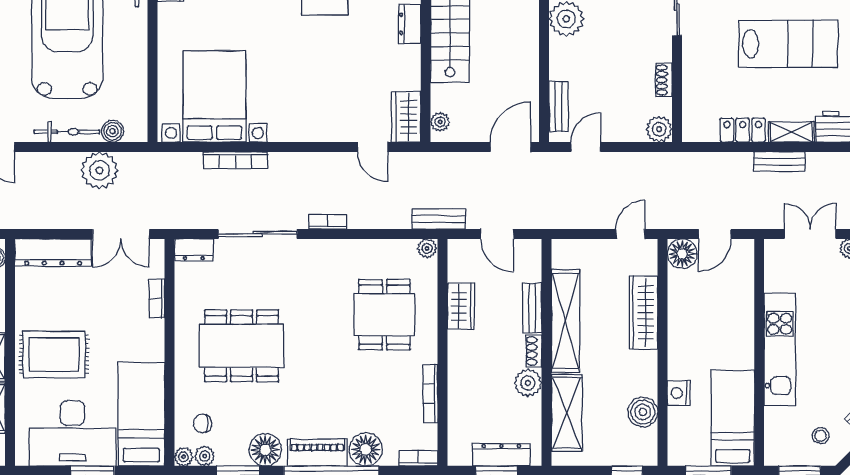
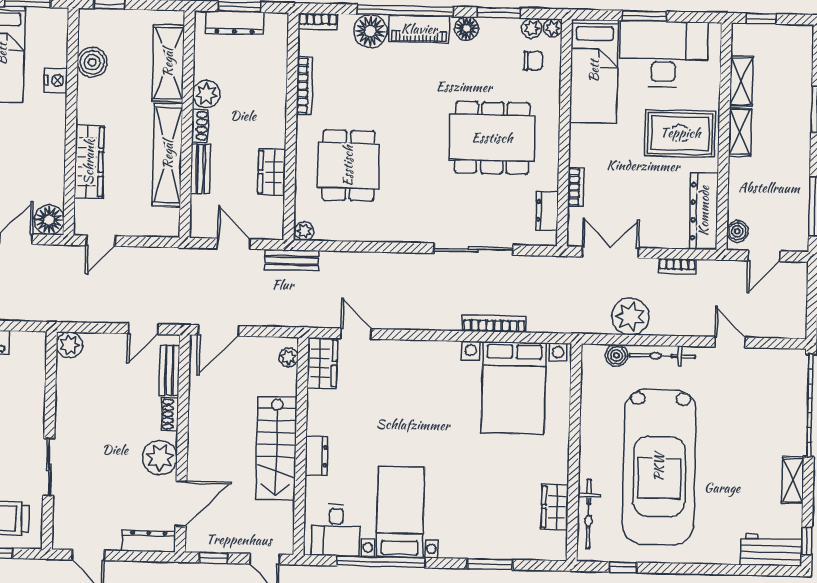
shoe rack: (664, 80) -> (170, 414), moved, turned 180
bookcase: (328, 222) -> (677, 266), moved
dresser: (194, 250) -> (547, 211), moved, turned -90
dresser: (53, 252) -> (704, 211), moved, turned -90
floor lamp: (265, 450) -> (466, 29), width x0.73, depth x0.73

